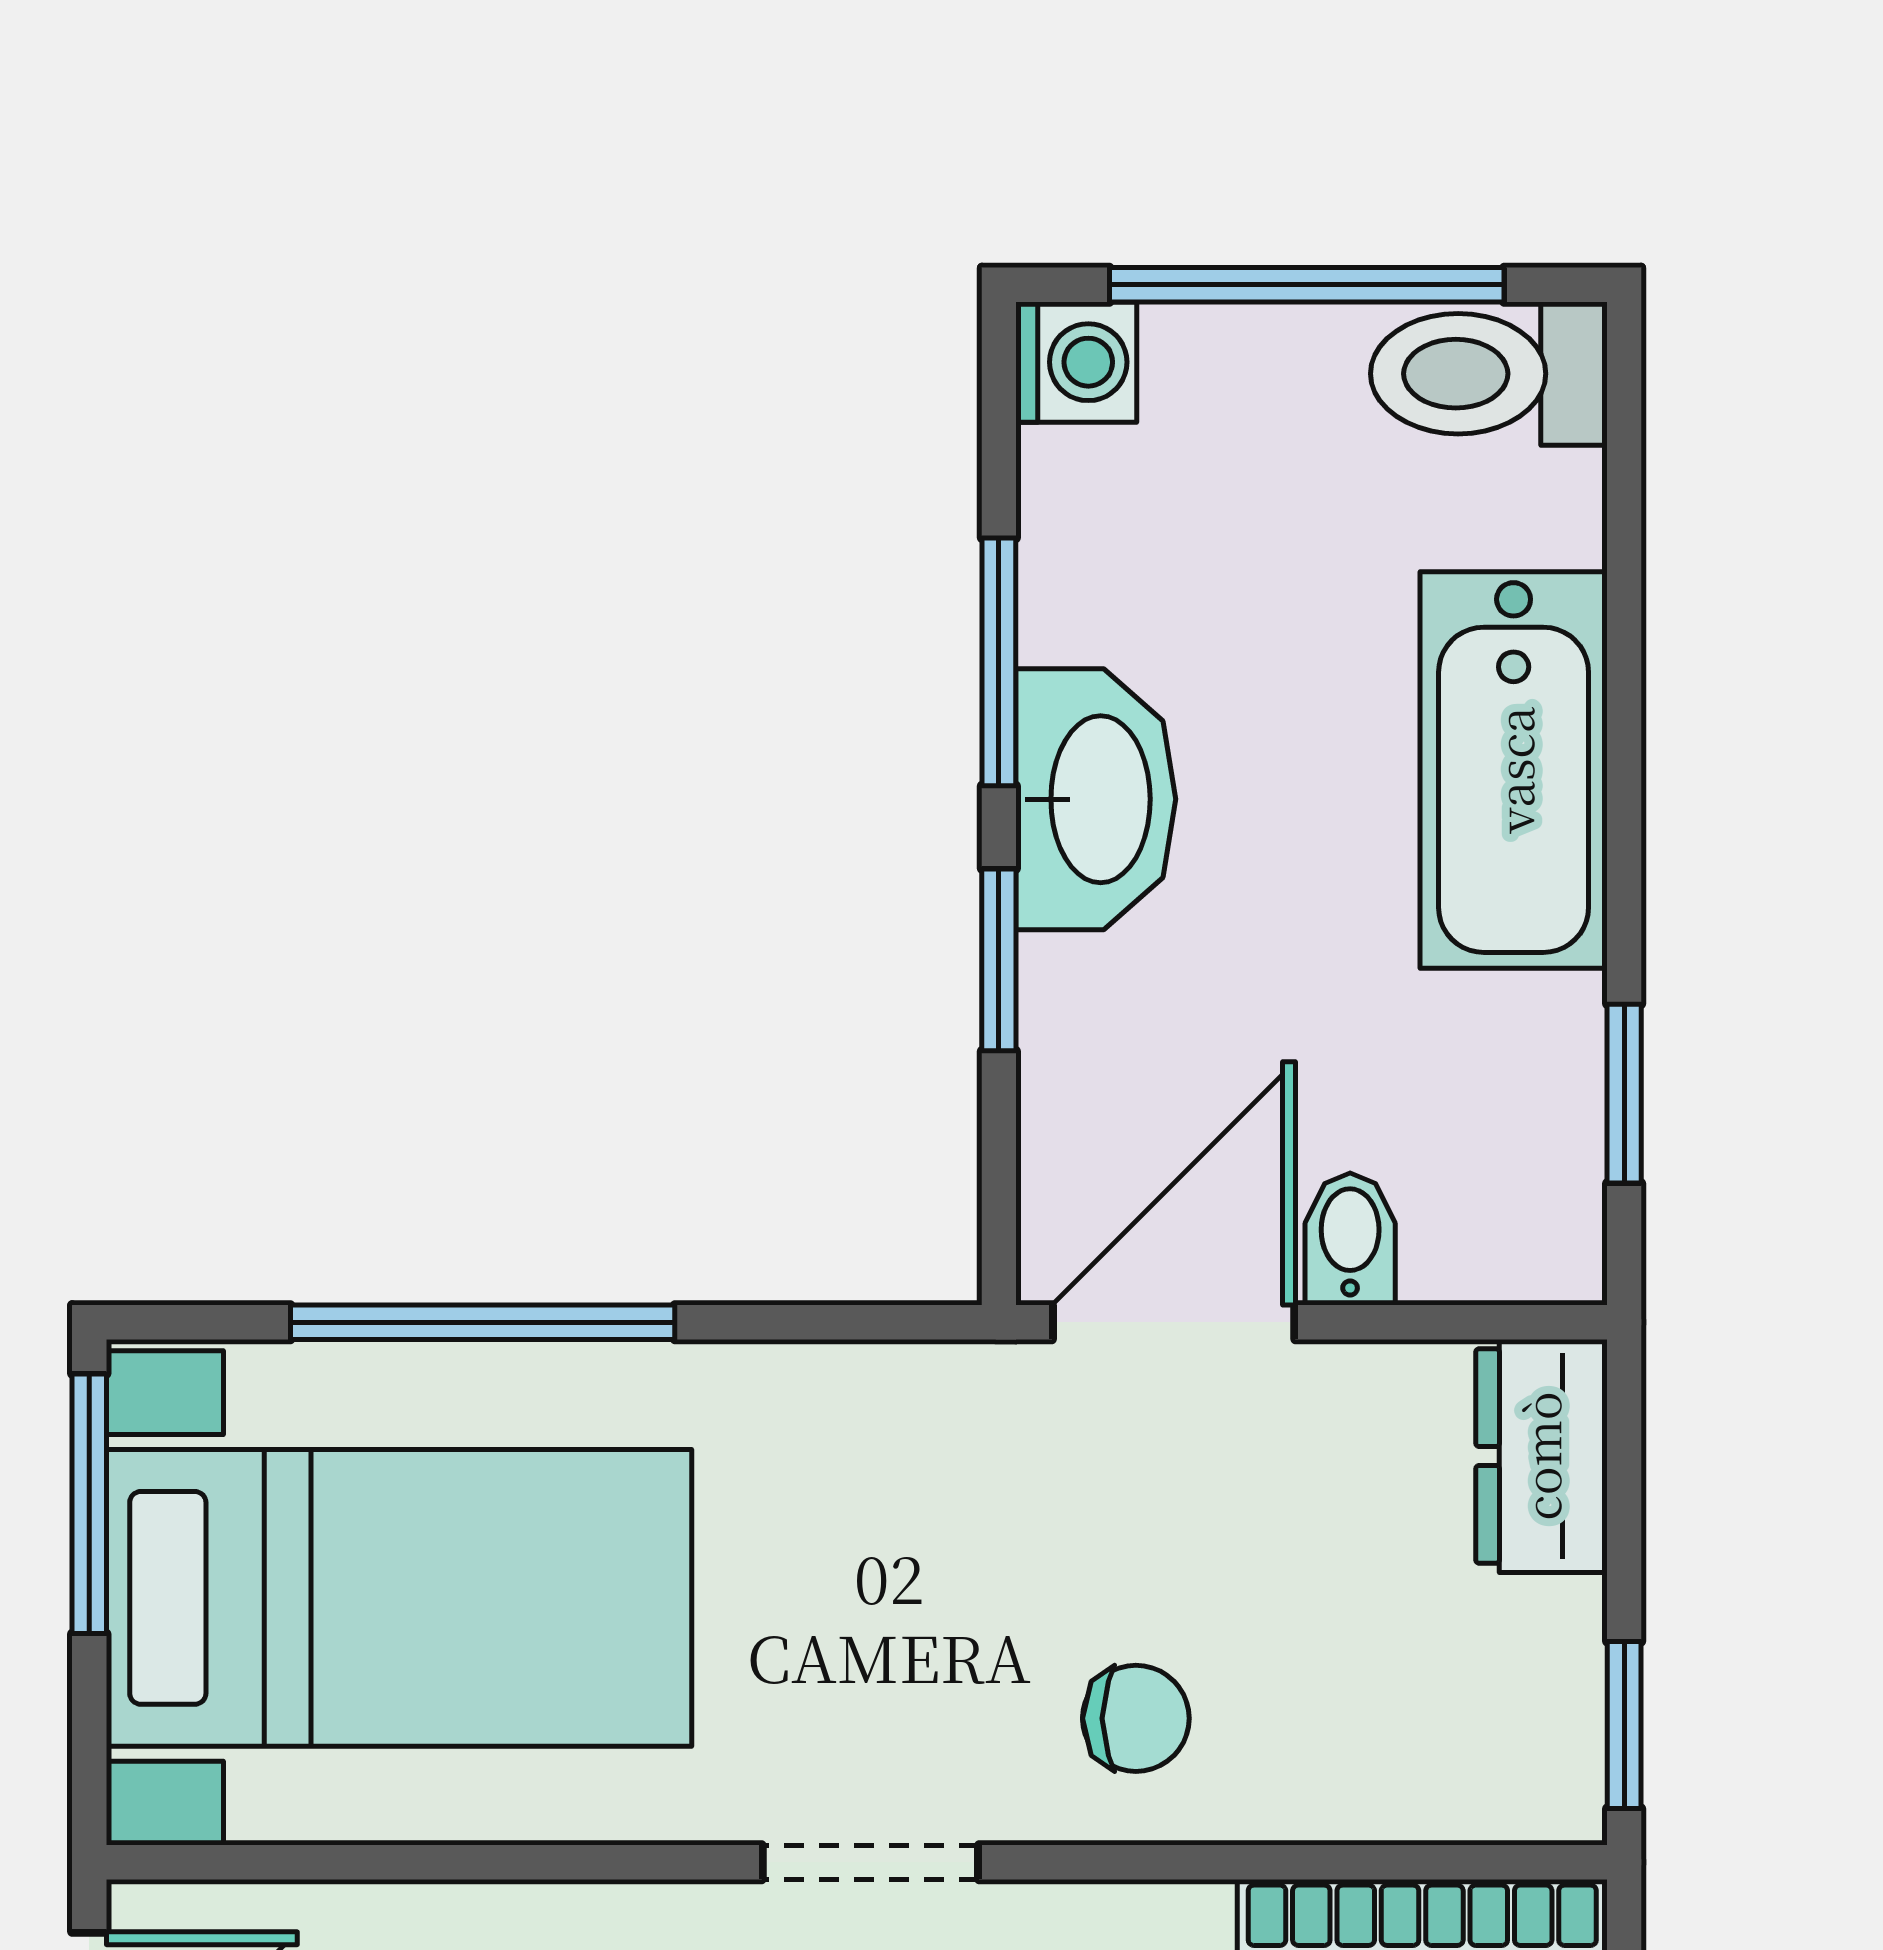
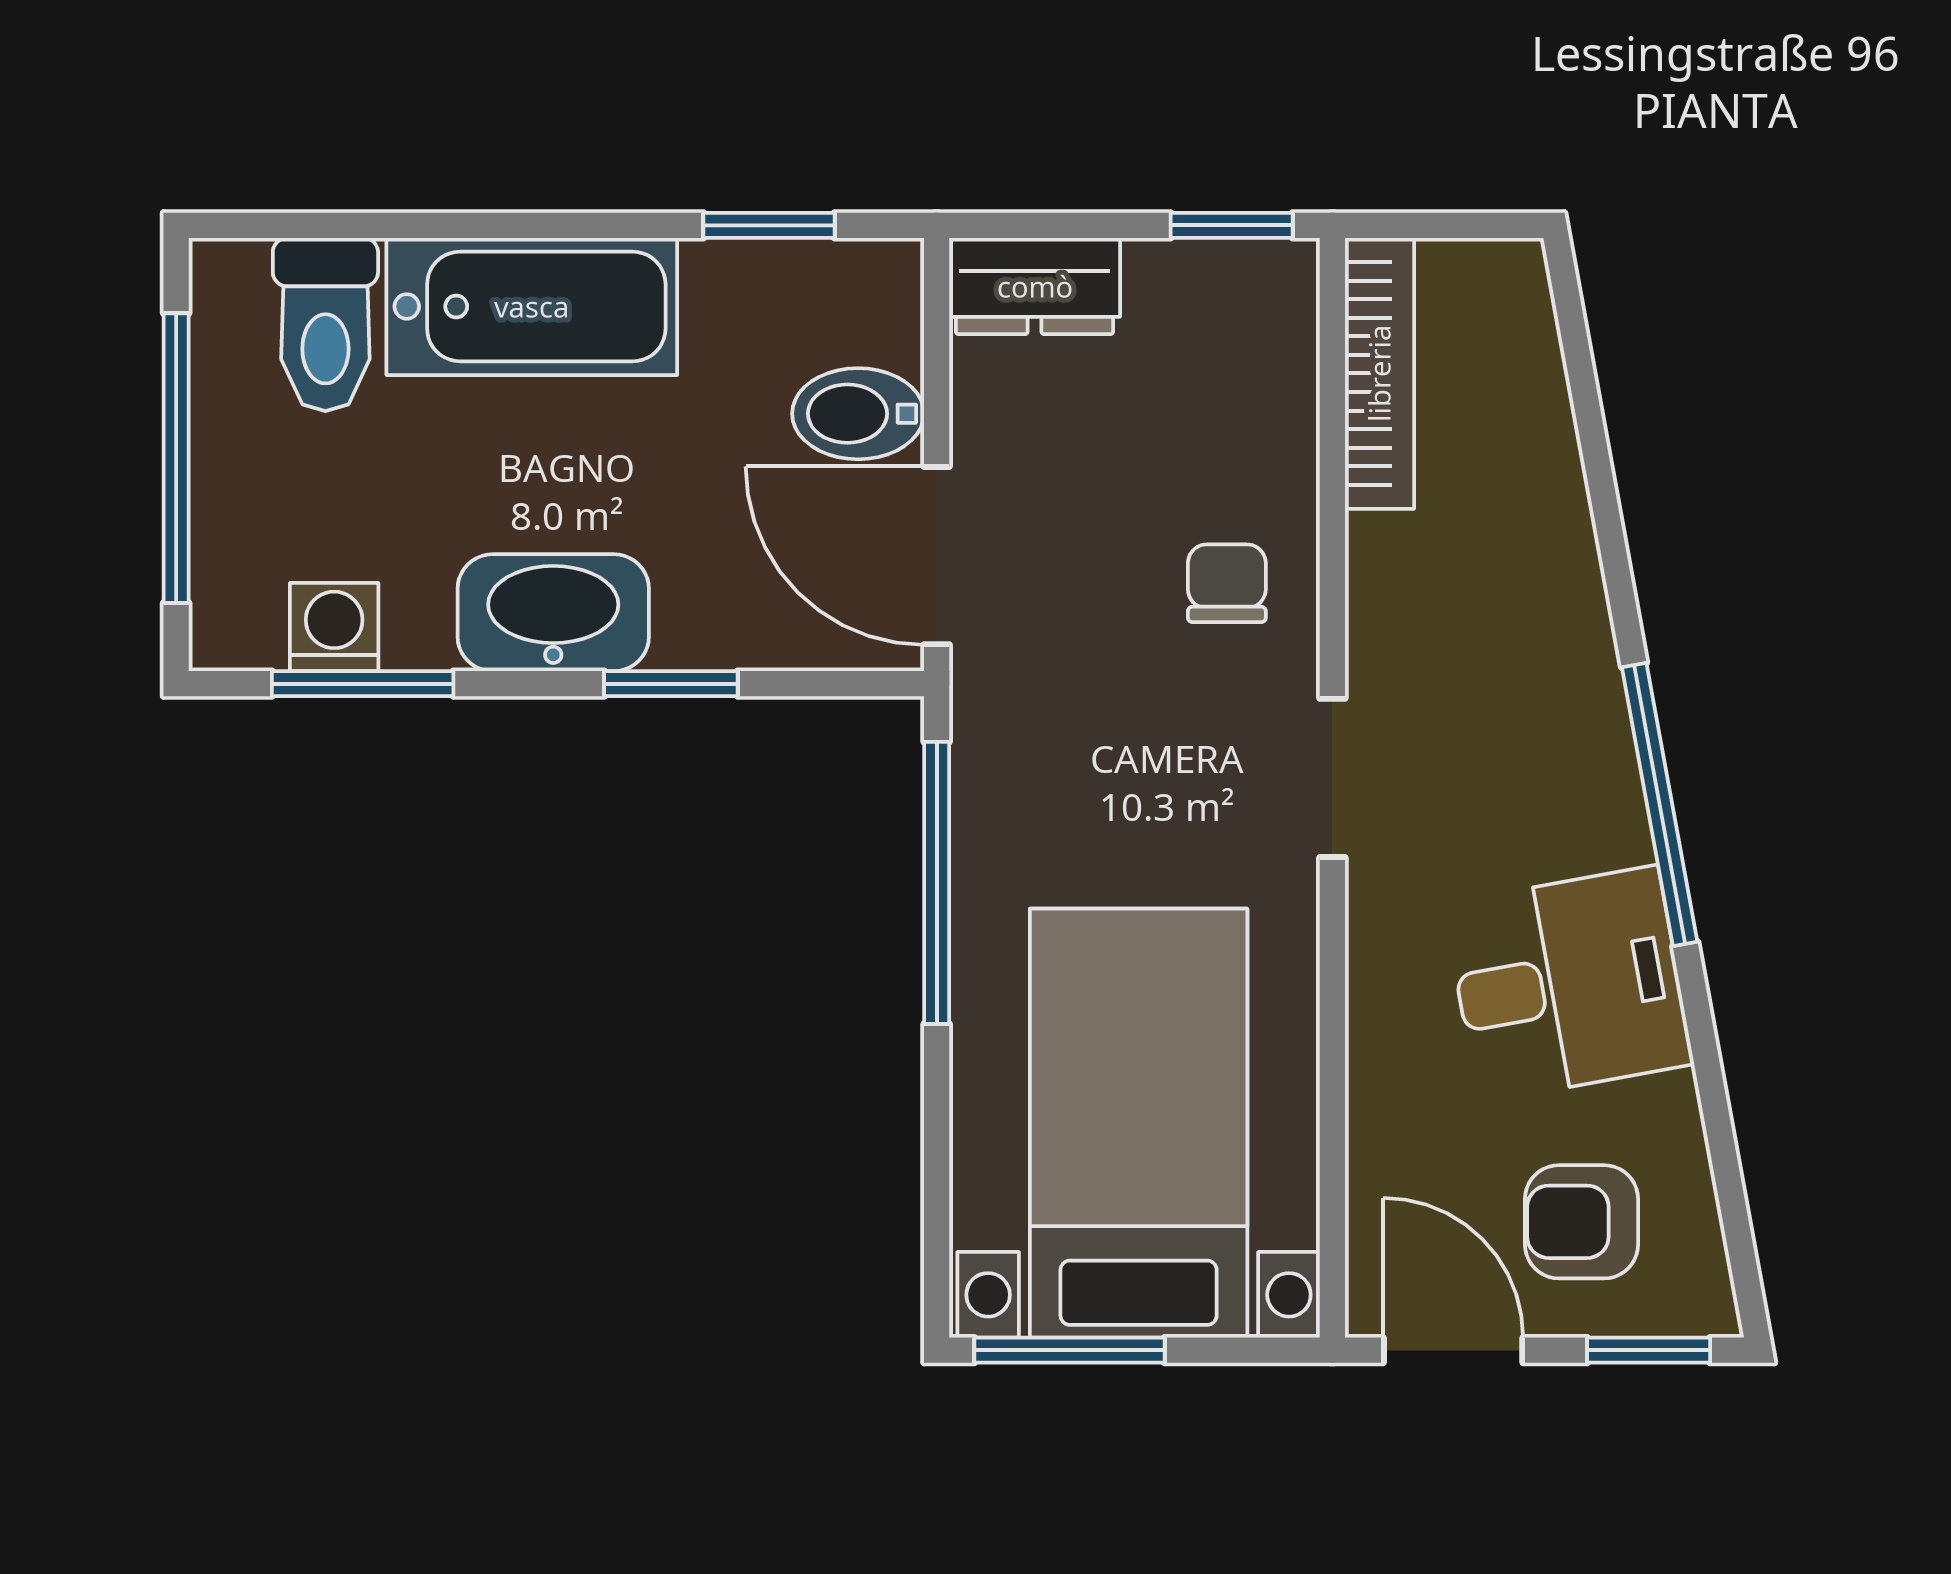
washing machine: (1076, 362) -> (334, 627), moved
toilet: (1489, 374) -> (325, 325), moved
window: (999, 662) -> (363, 684), moved
bidet: (1350, 1239) -> (858, 414), width x1.38, depth x1.36
window: (483, 1322) -> (937, 883), moved

